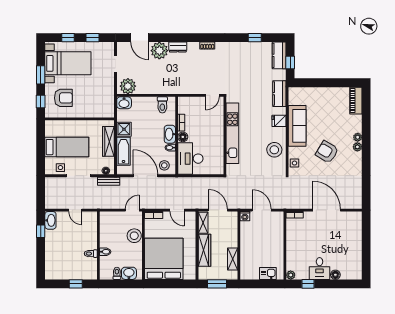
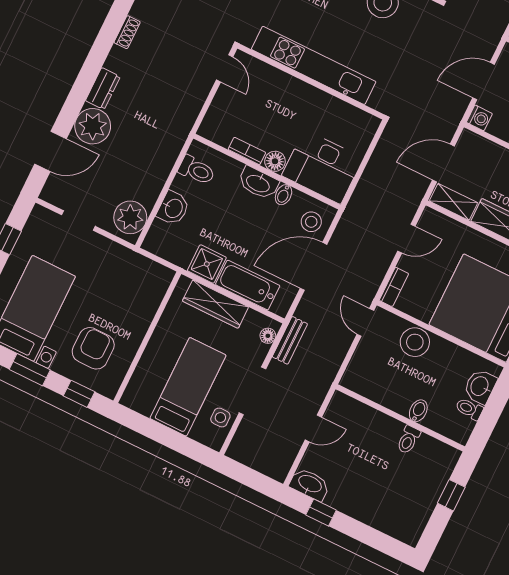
washbasin: (124, 103) -> (173, 208), moved

